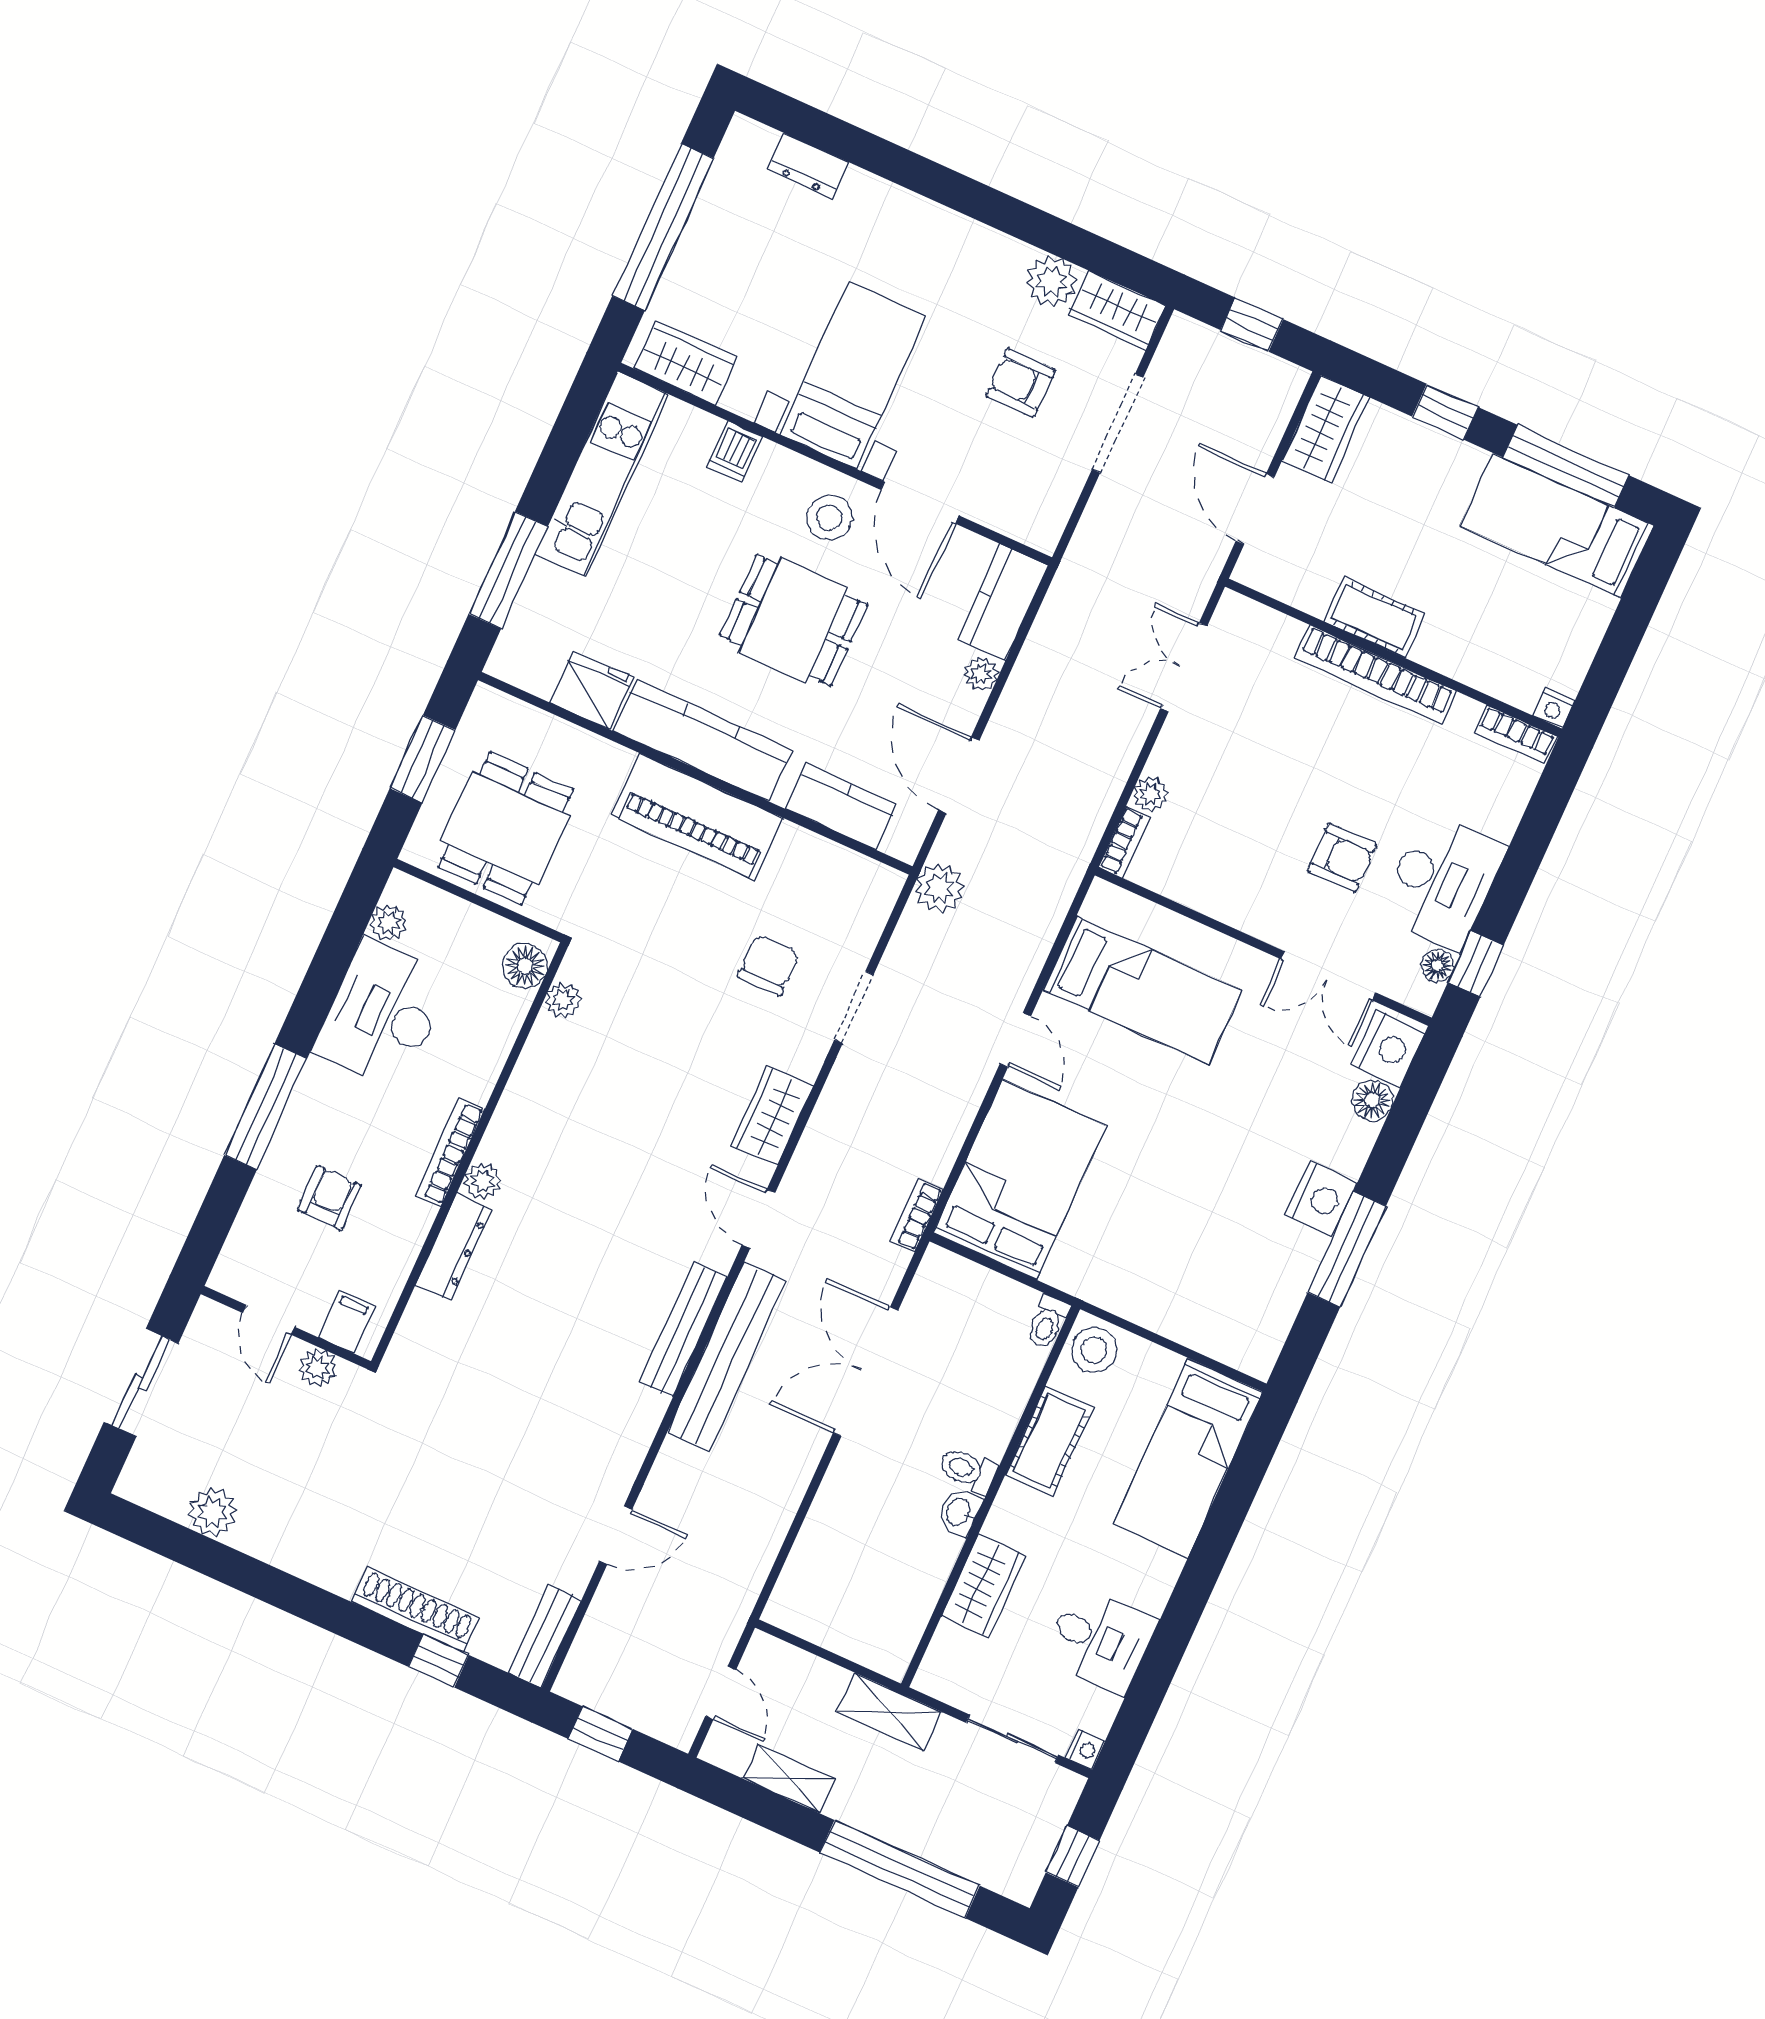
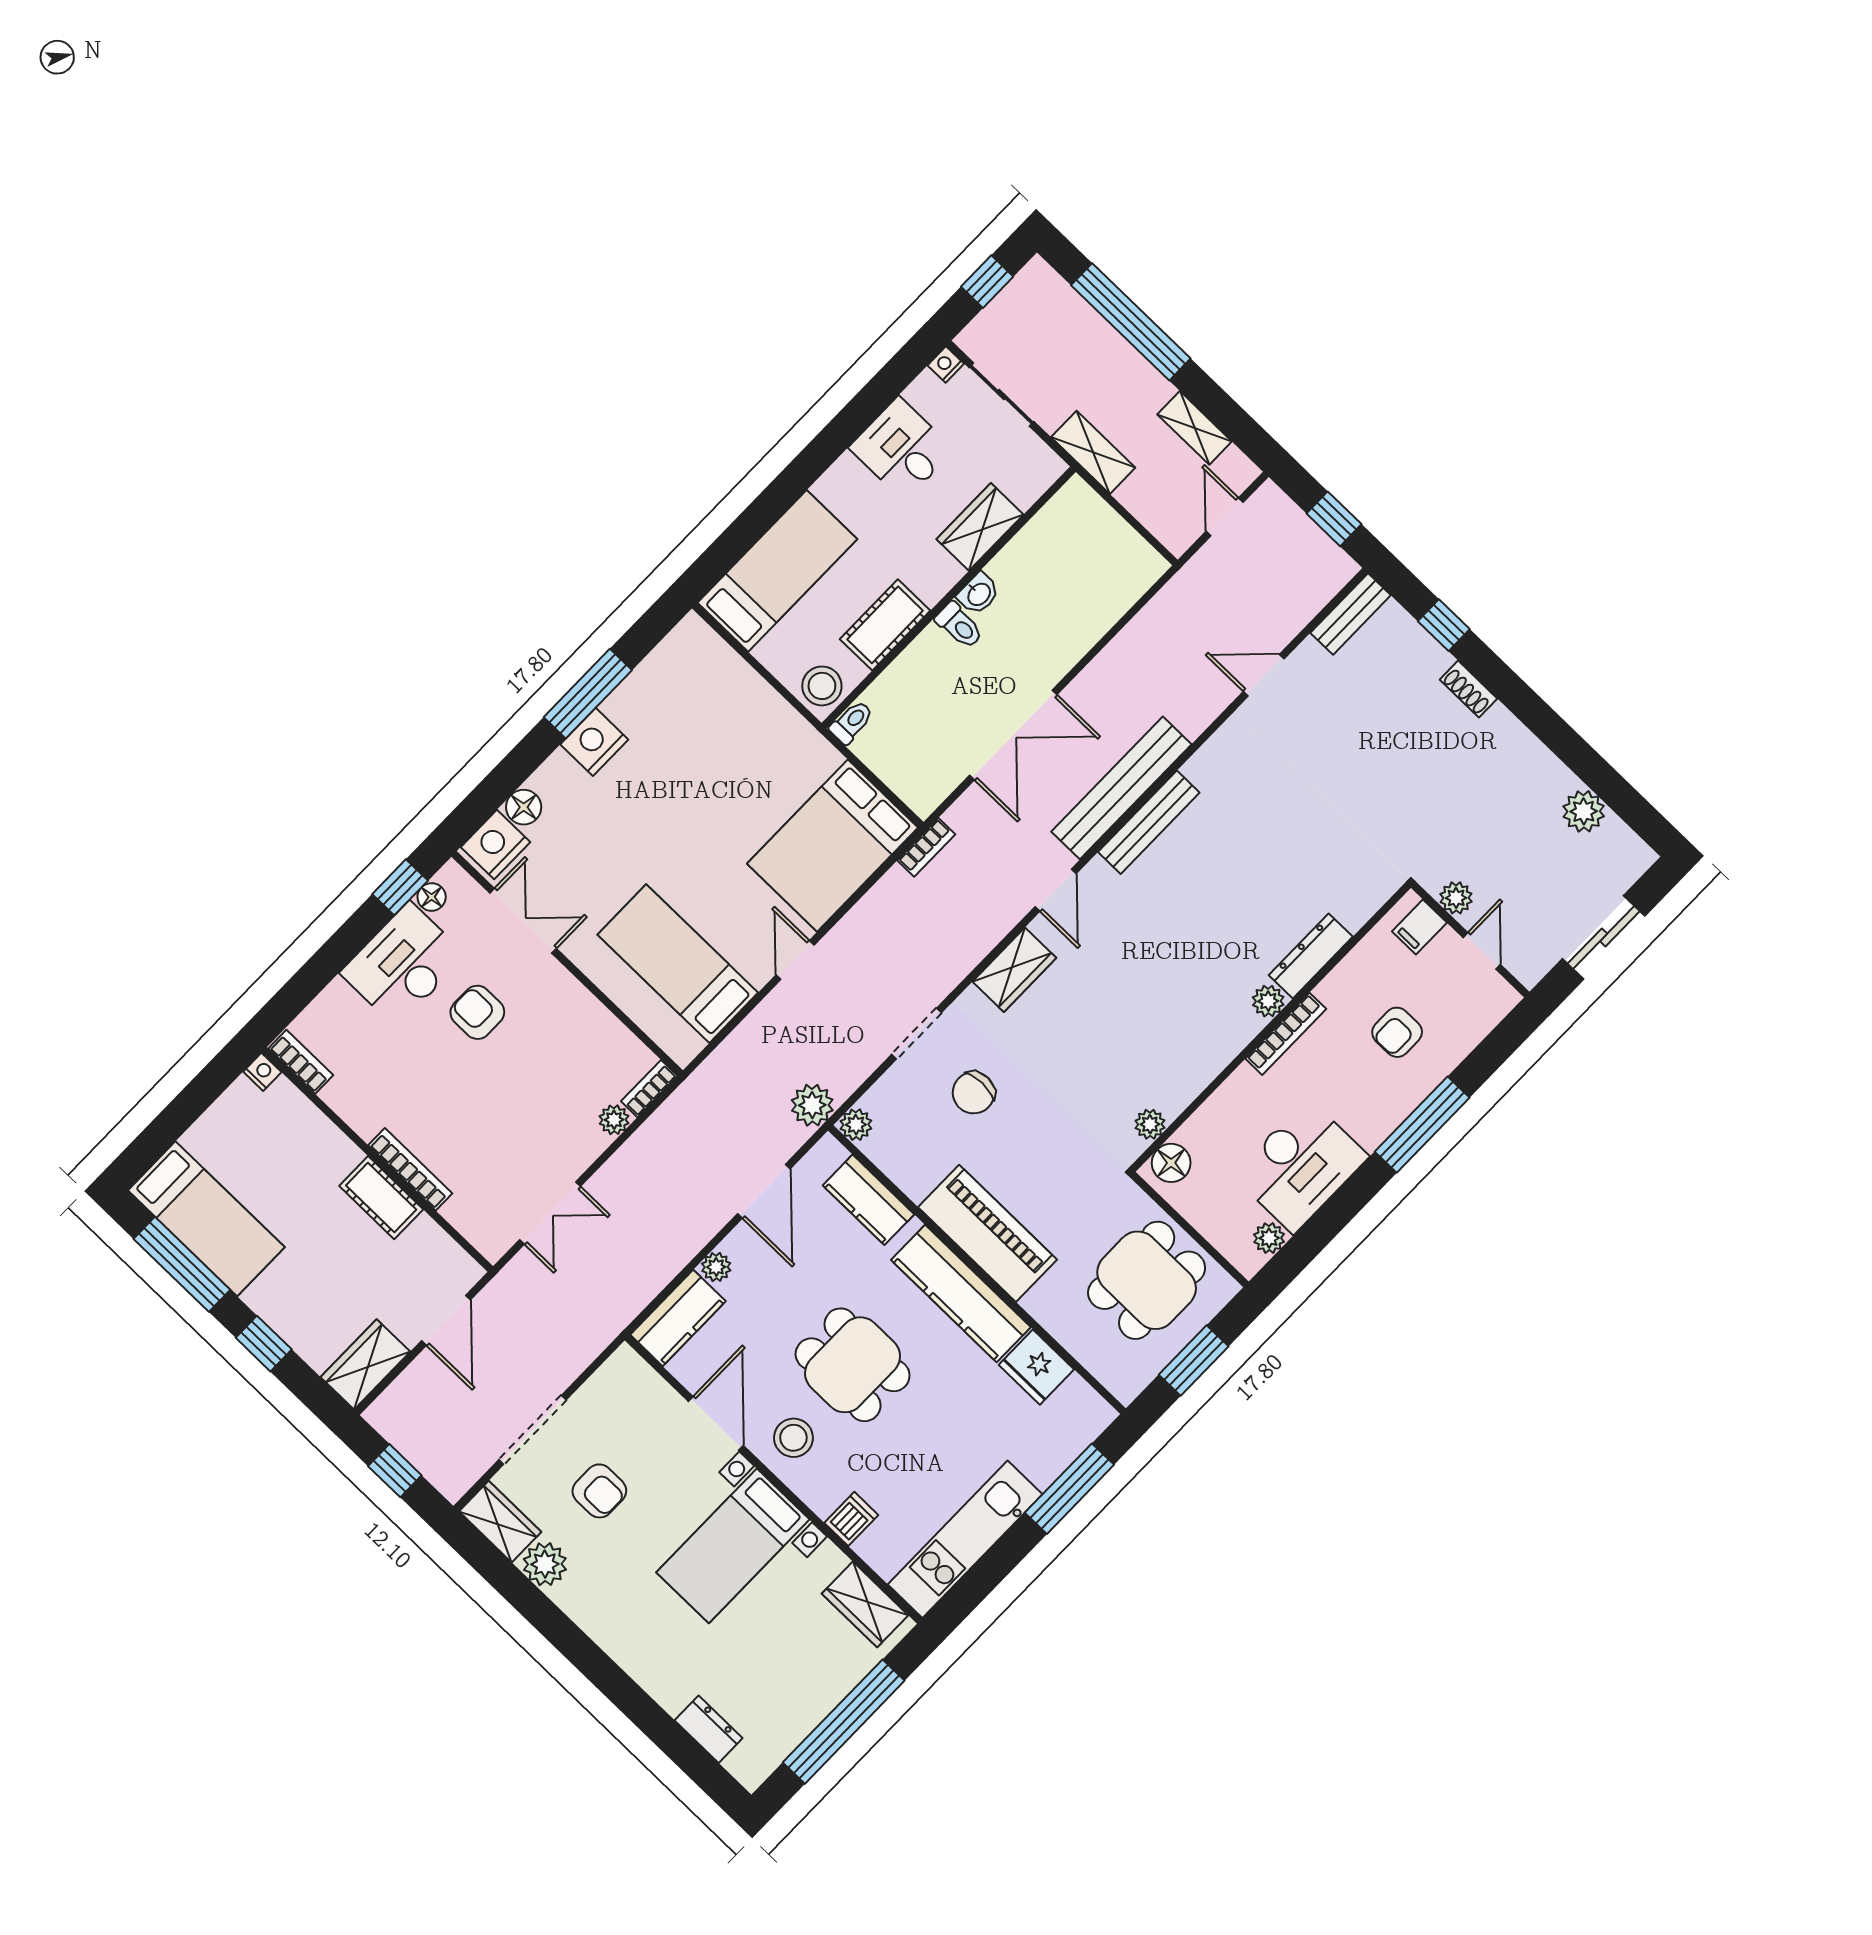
bookcase: (1376, 675) -> (410, 1169), width x0.68, depth x0.76
plant: (884, 884) -> (856, 1125), added
shoe rack: (415, 1610) -> (1468, 689), width x0.51, depth x0.81

